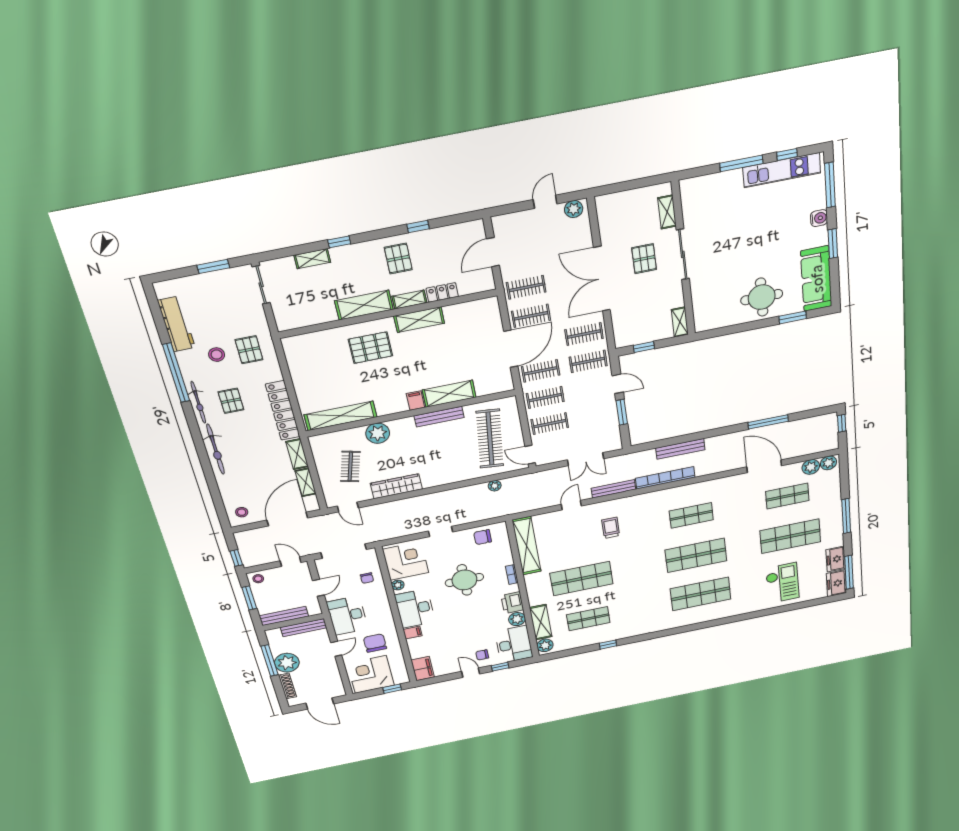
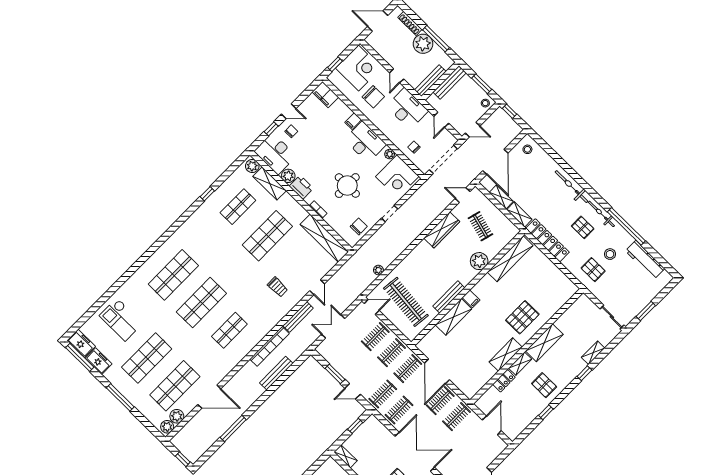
shop shelf: (787, 496) -> (175, 386), width x1.43, depth x1.36

